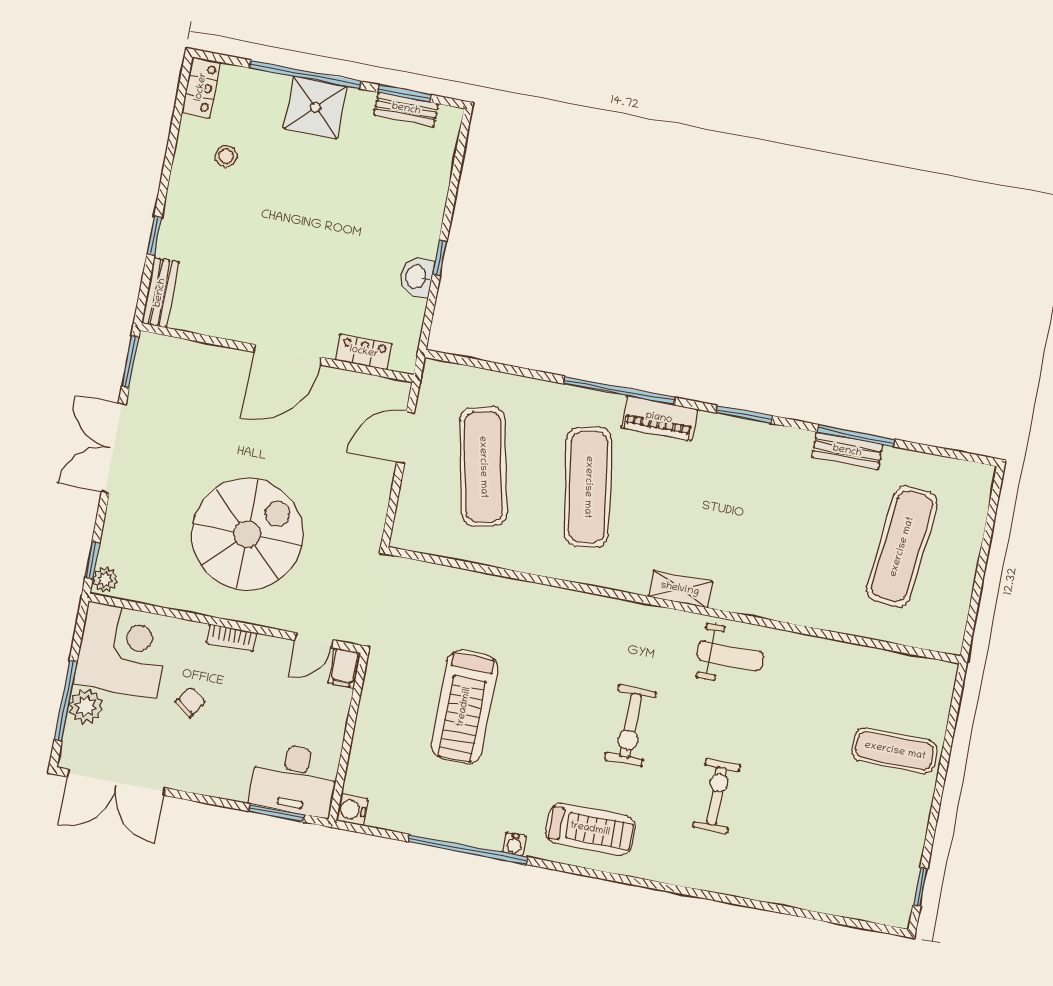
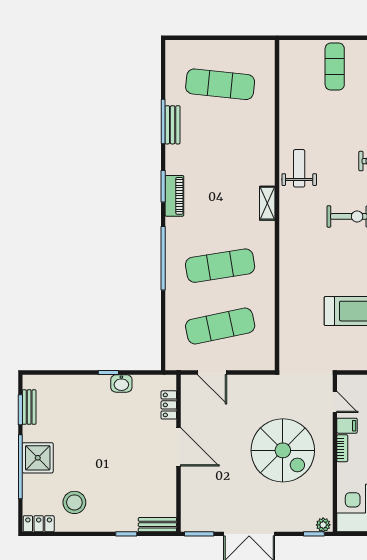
stool: (226, 156) -> (74, 502), width x1.89, depth x1.89
piano: (659, 418) -> (174, 196), moved
spiral stairs: (247, 534) -> (283, 450), turned 180
filing cabinet: (344, 668) -> (347, 426), moved

